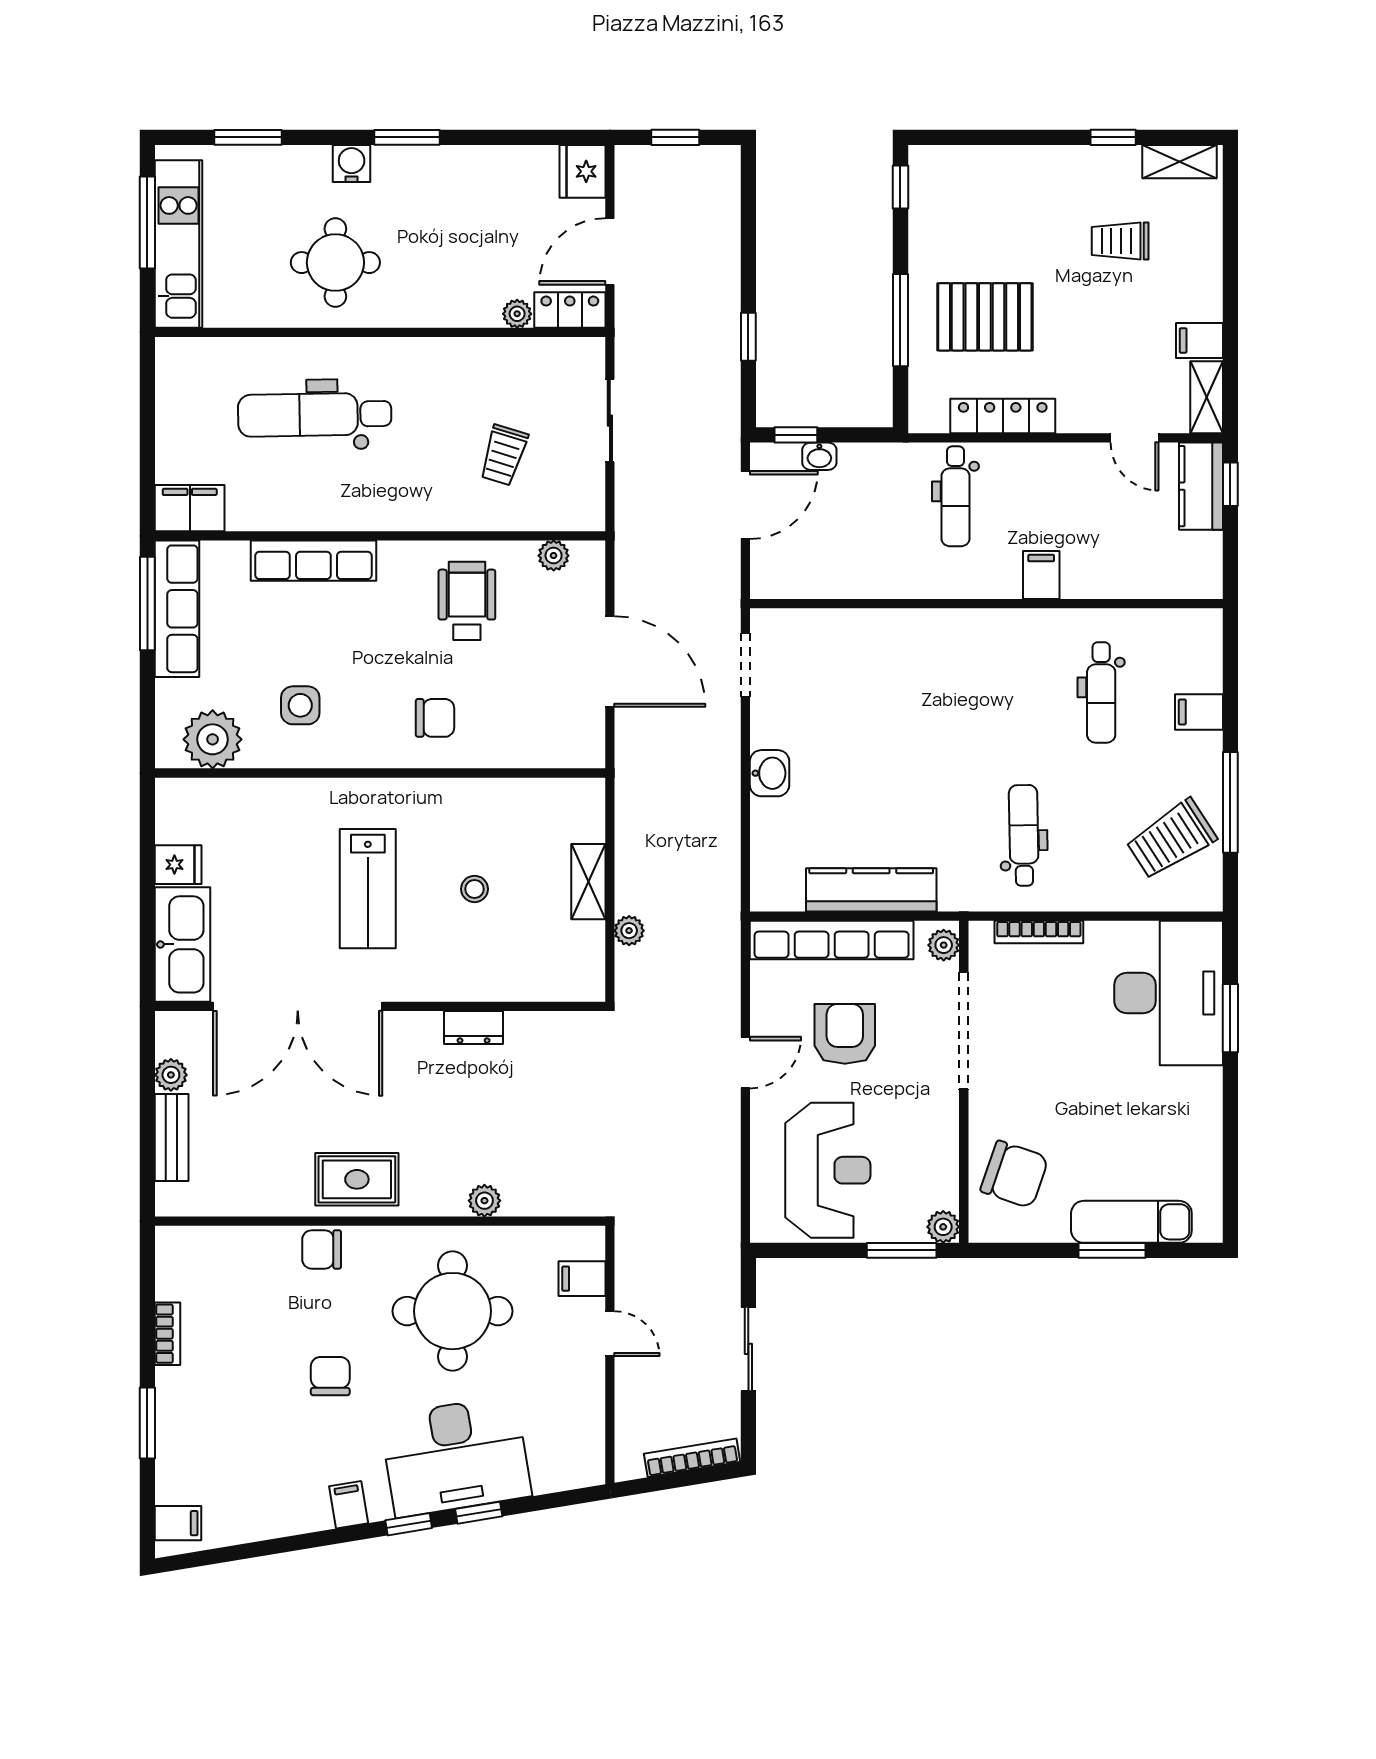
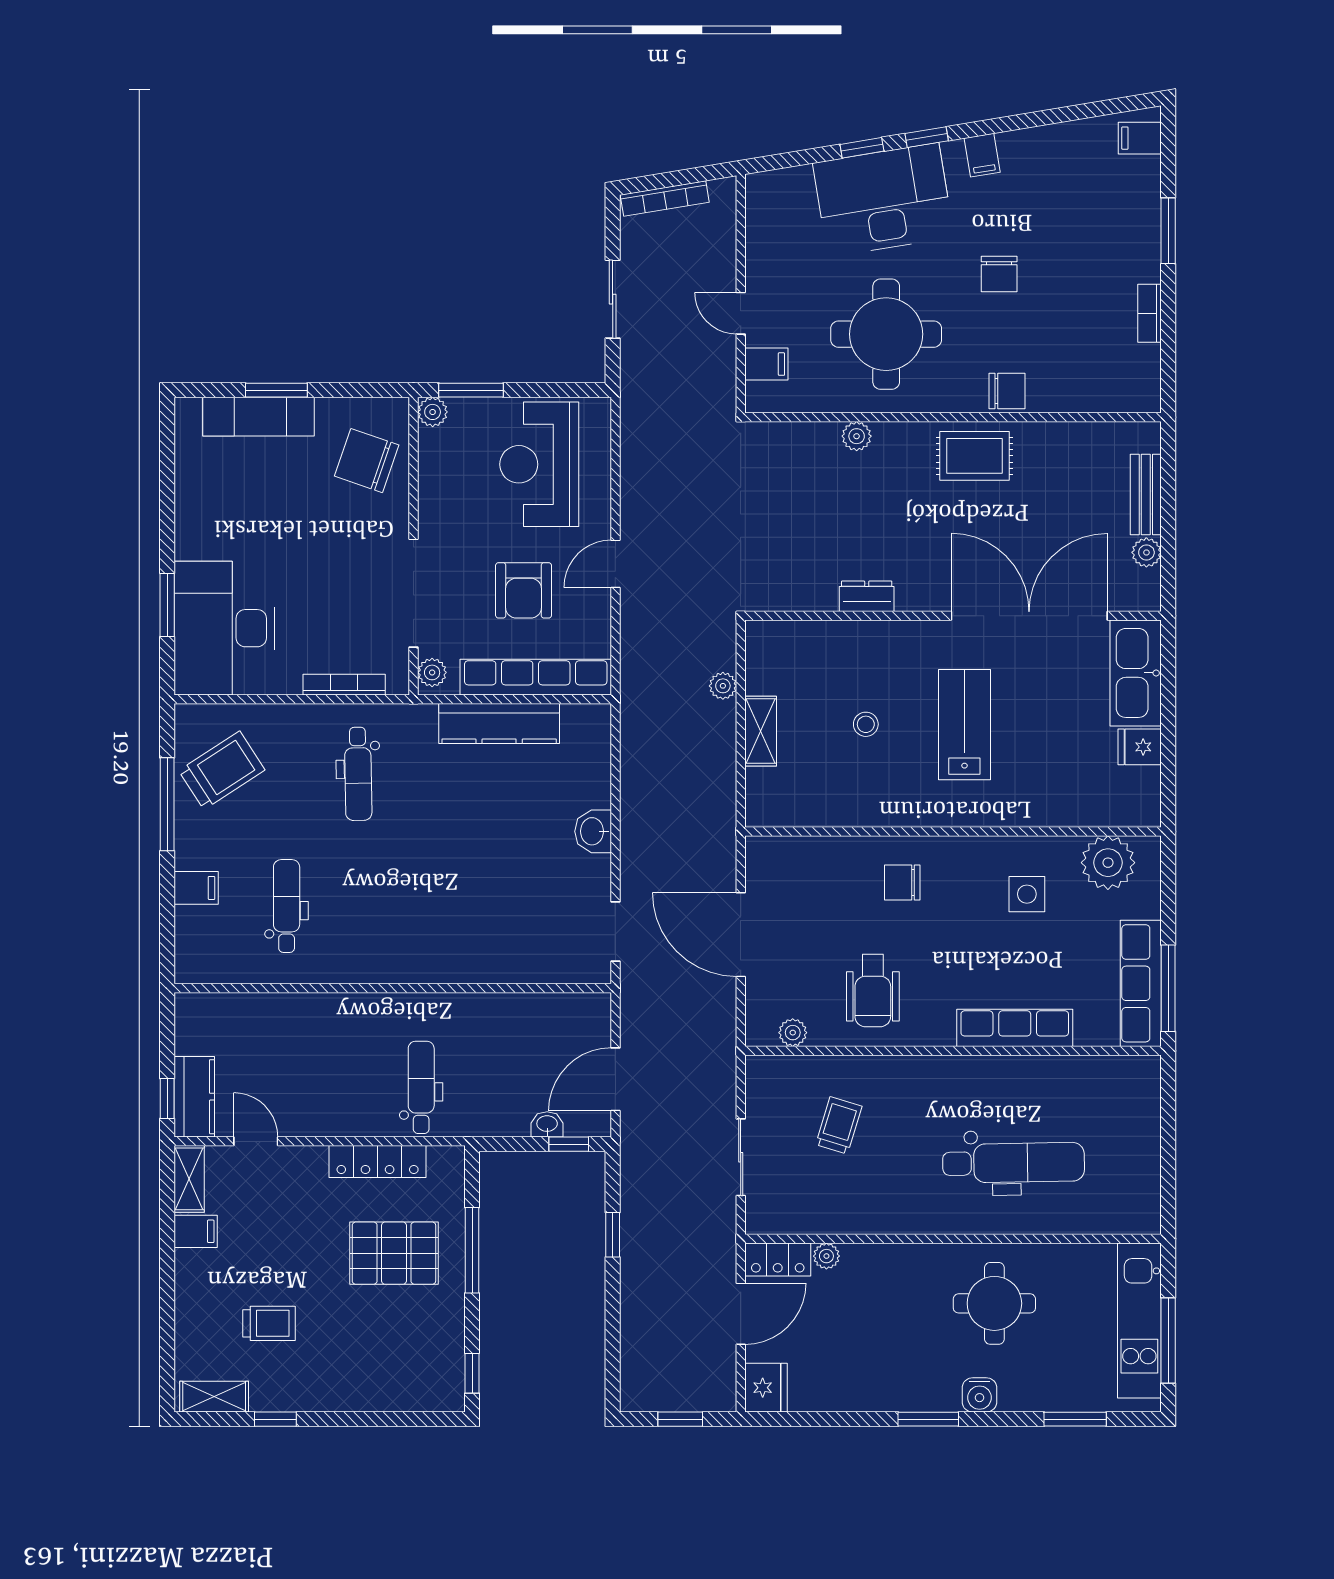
filing cabinet: (190, 508) -> (1129, 1076), removed
filing cabinet: (1041, 575) -> (342, 1015), removed

